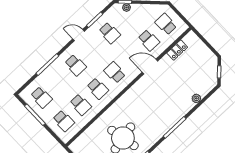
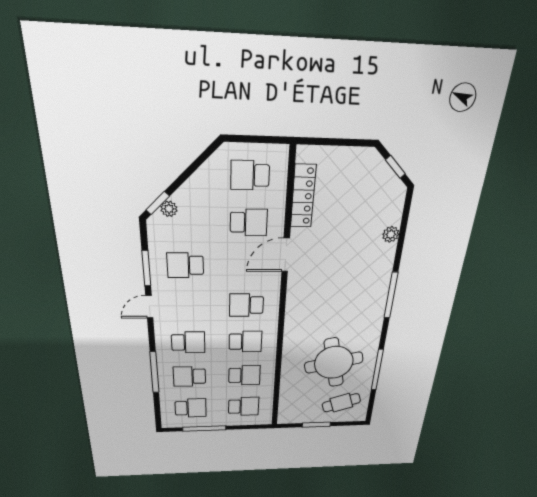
school desk: (110, 33) -> (185, 265), turned 180
locker: (177, 50) -> (303, 196), width x1.53
school desk: (58, 81) -> (189, 376), added

